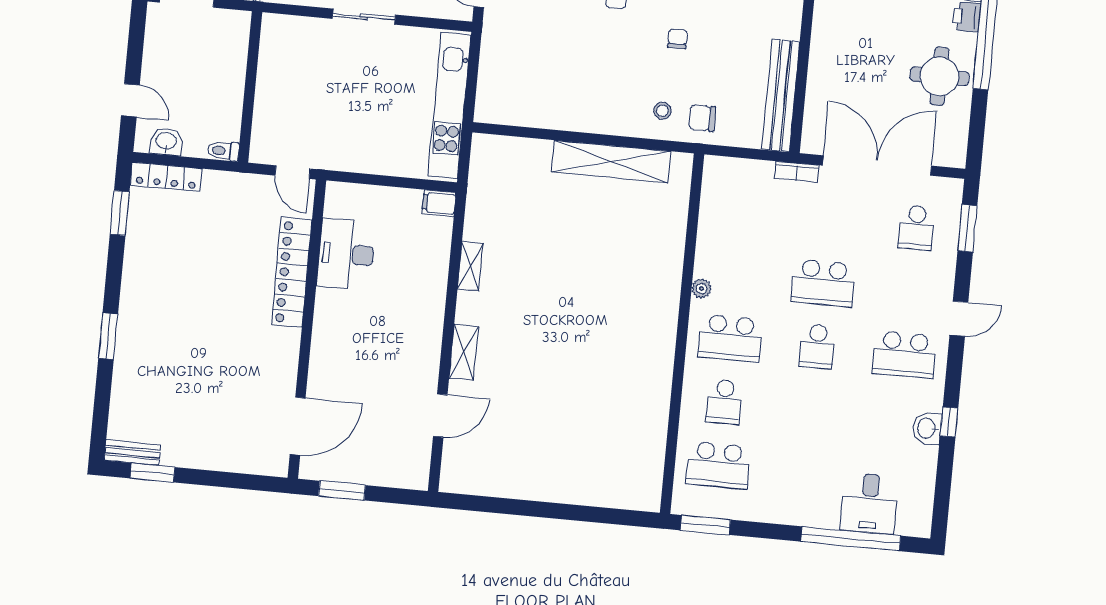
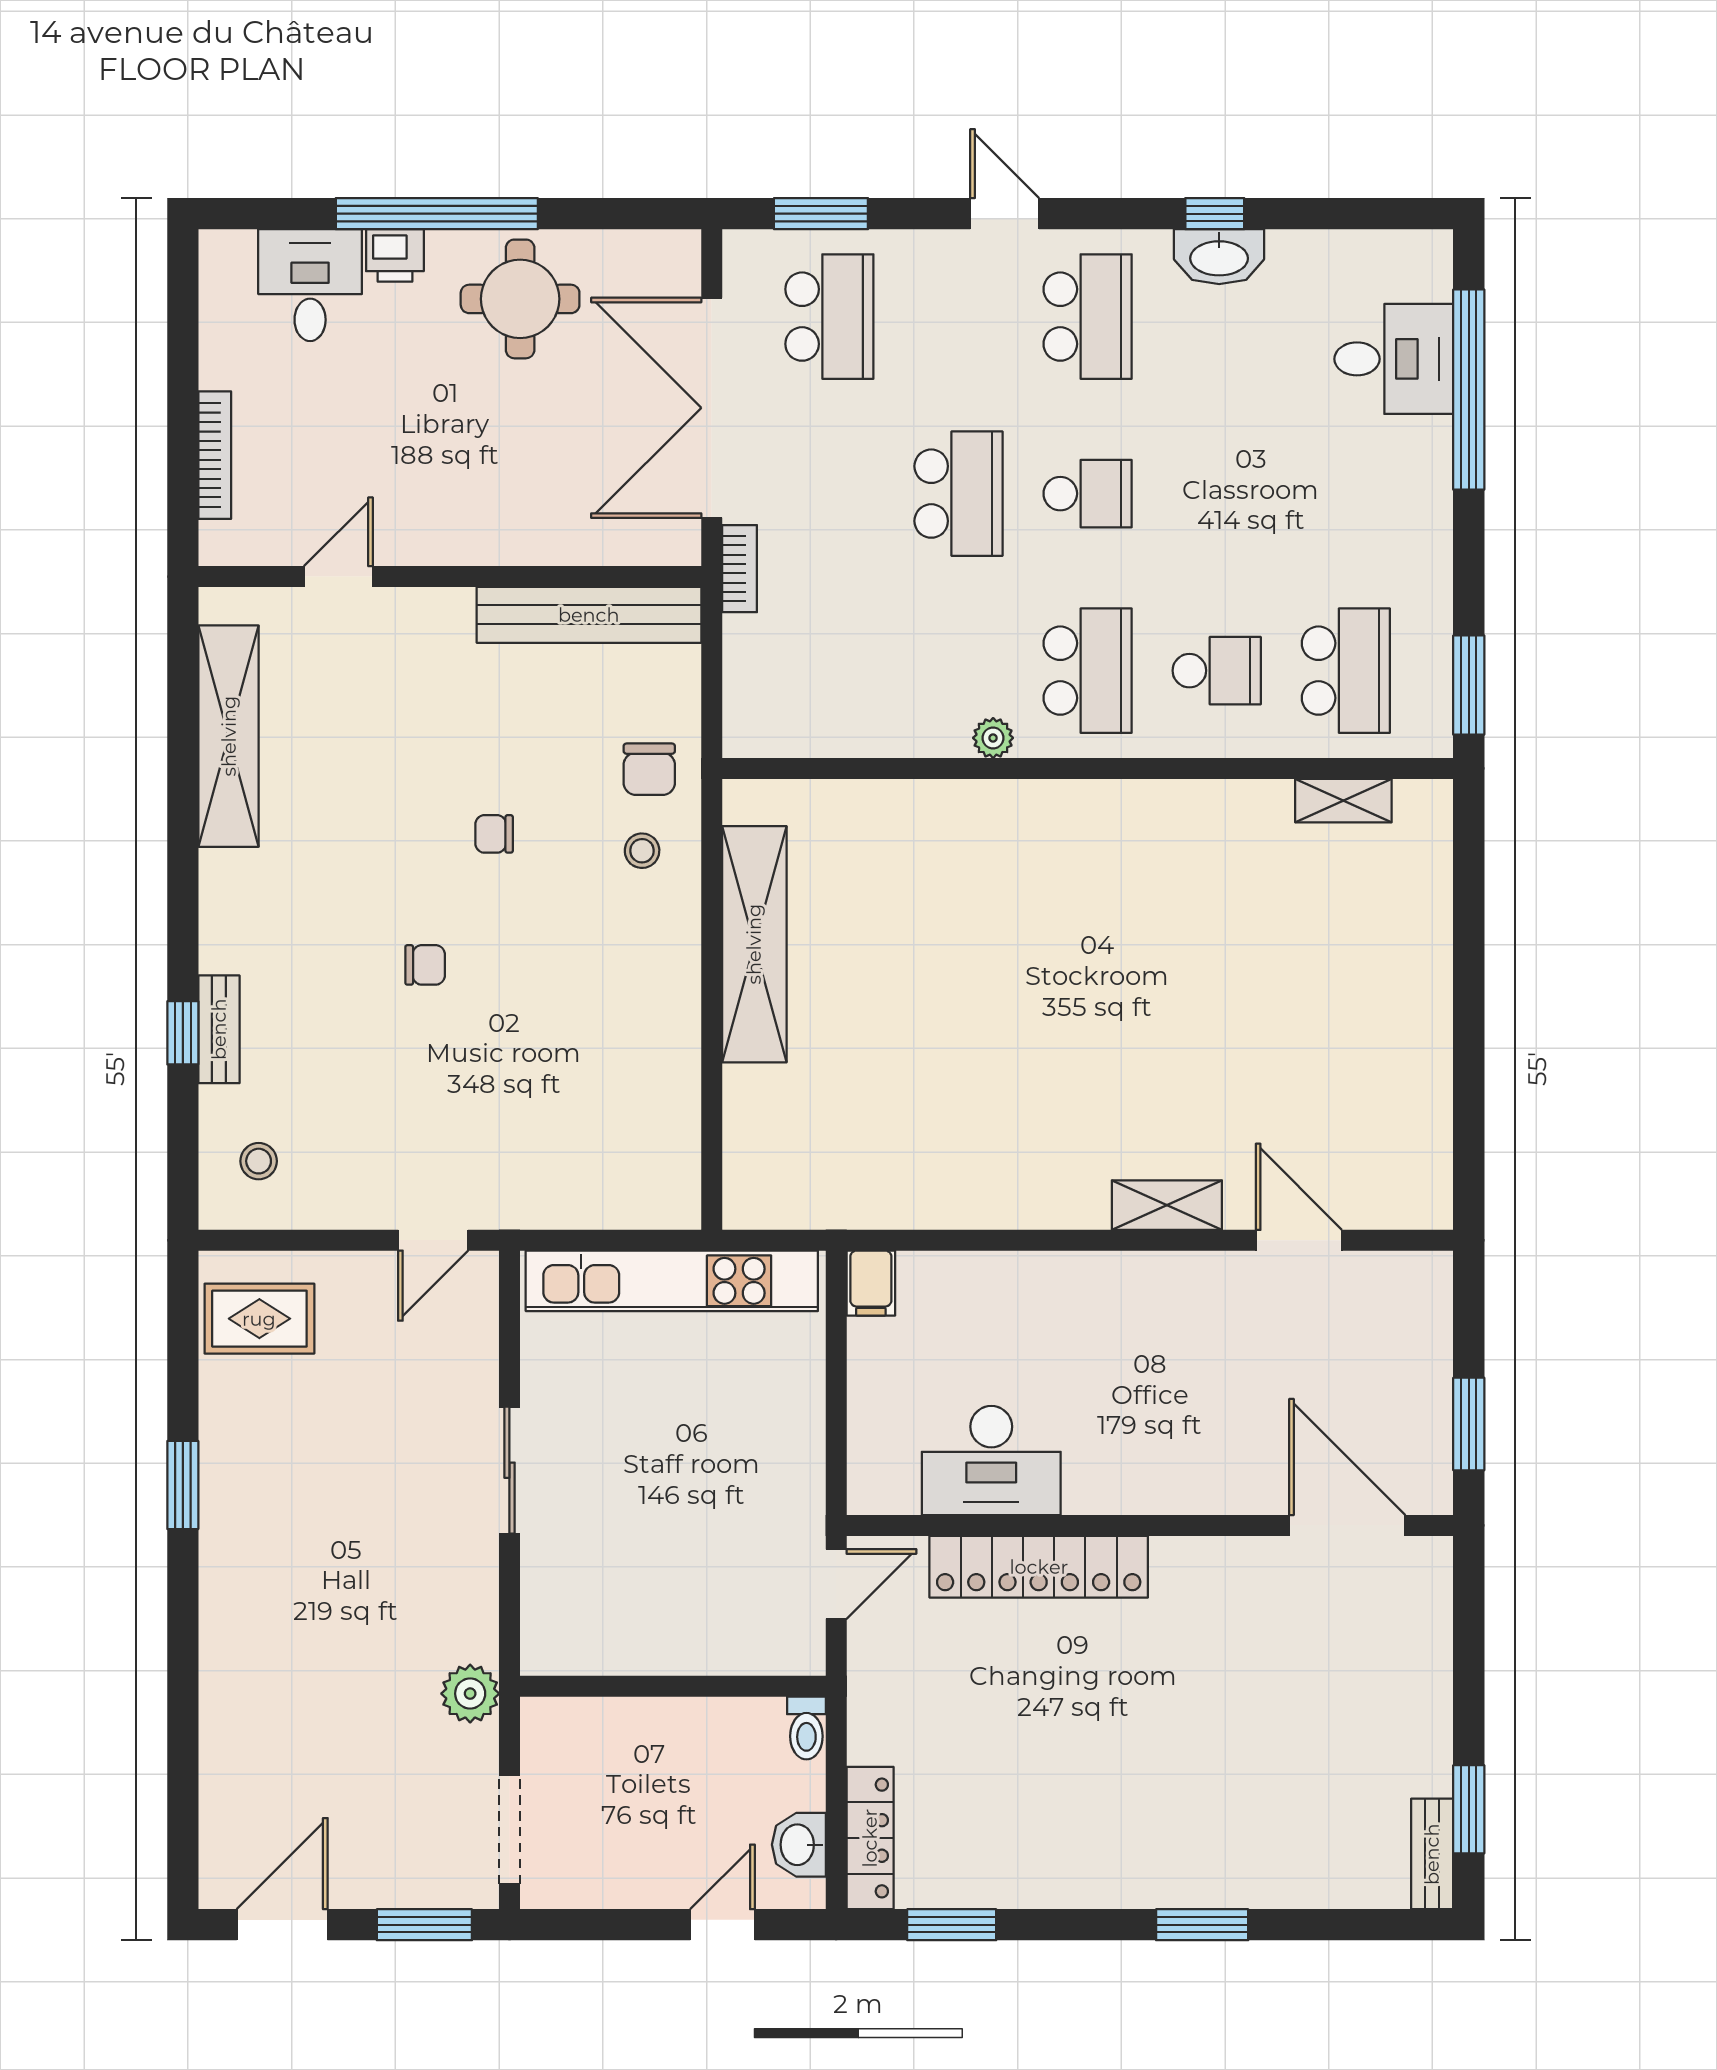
school desk: (916, 228) -> (829, 317), width x1.85
shelving: (470, 266) -> (1343, 801), moved
washbasin: (927, 428) -> (1219, 257), width x1.38

